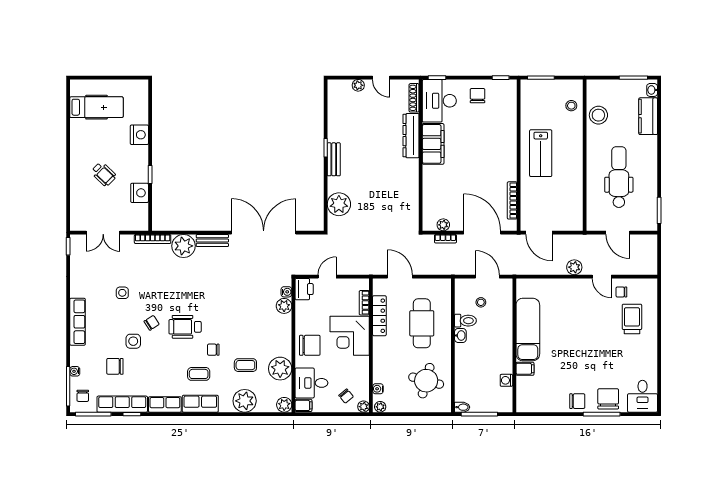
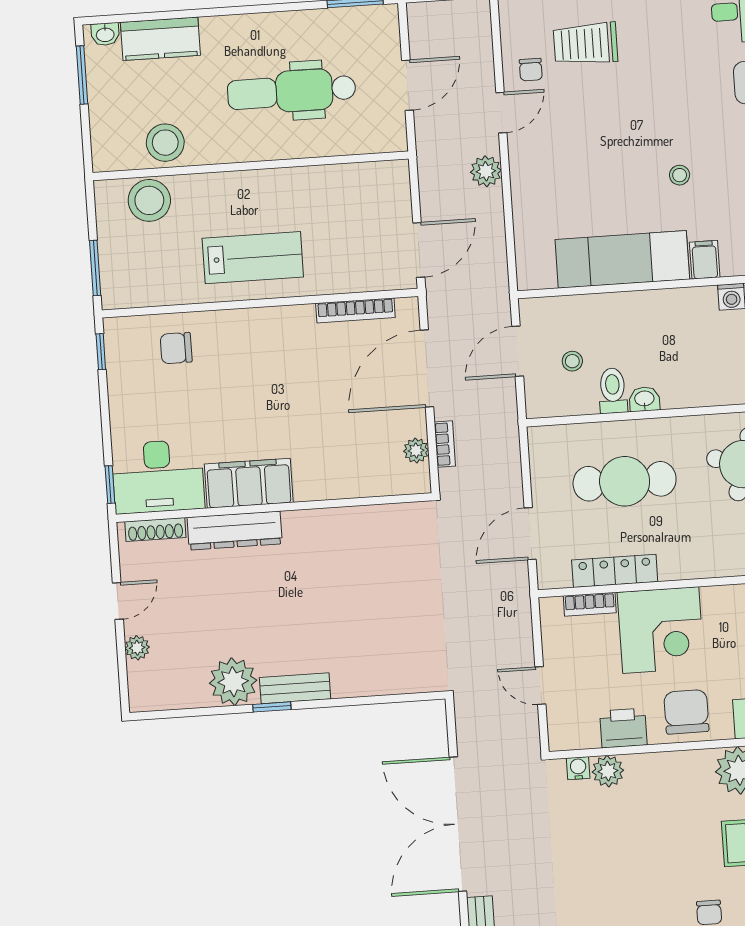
chair: (478, 96) -> (176, 348), moved
stool: (571, 106) -> (149, 200), width x1.89, depth x1.89
plant: (339, 204) -> (233, 682), moved
printer: (304, 289) -> (623, 728), moved
stool: (566, 360) -> (680, 175), added

